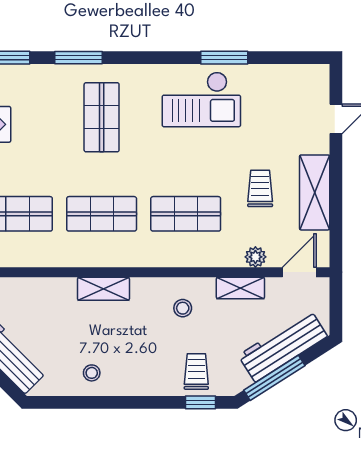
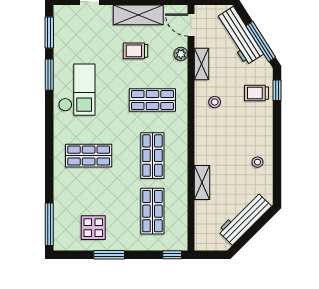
window: (79, 58) -> (49, 33), moved
shop shelf: (186, 214) -> (152, 100), turned 90
shelving: (103, 289) -> (202, 182), moved

